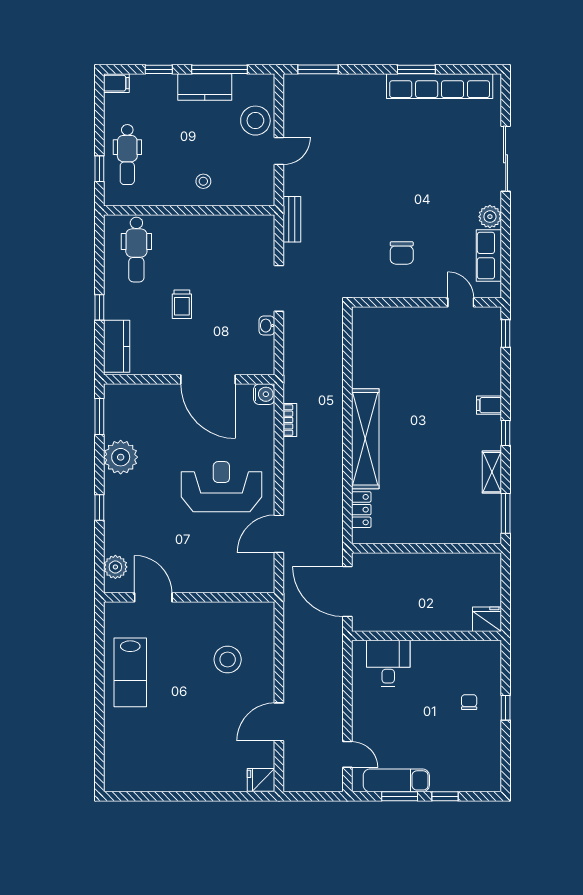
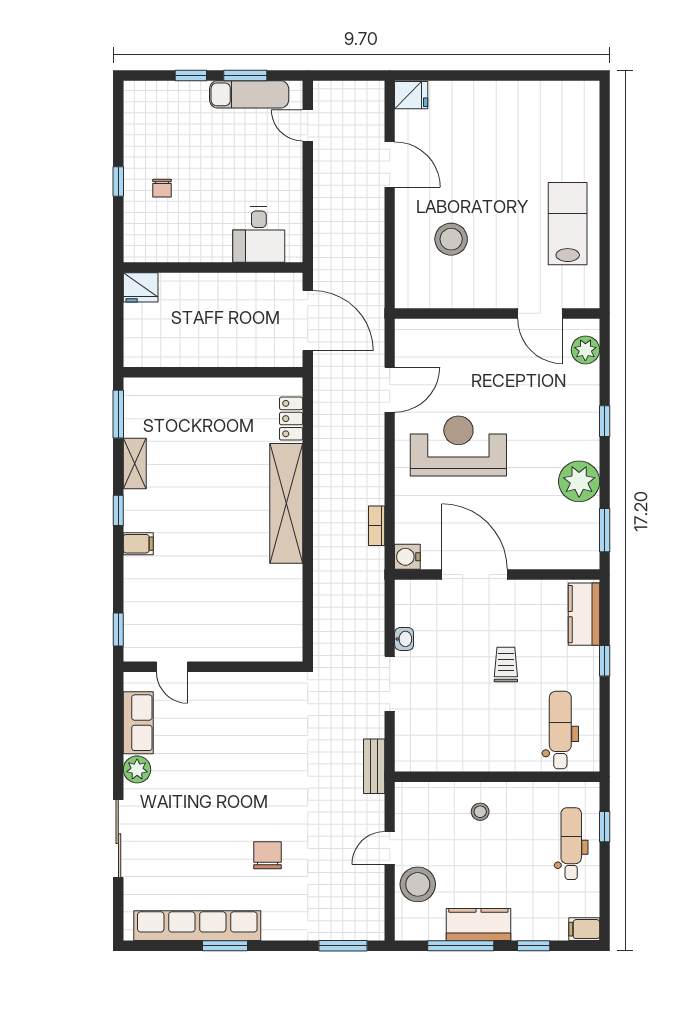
chair: (402, 253) -> (268, 855), moved
reception desk: (221, 487) -> (458, 446), turned 180
door: (279, 722) -> (390, 164), hinge flipped

